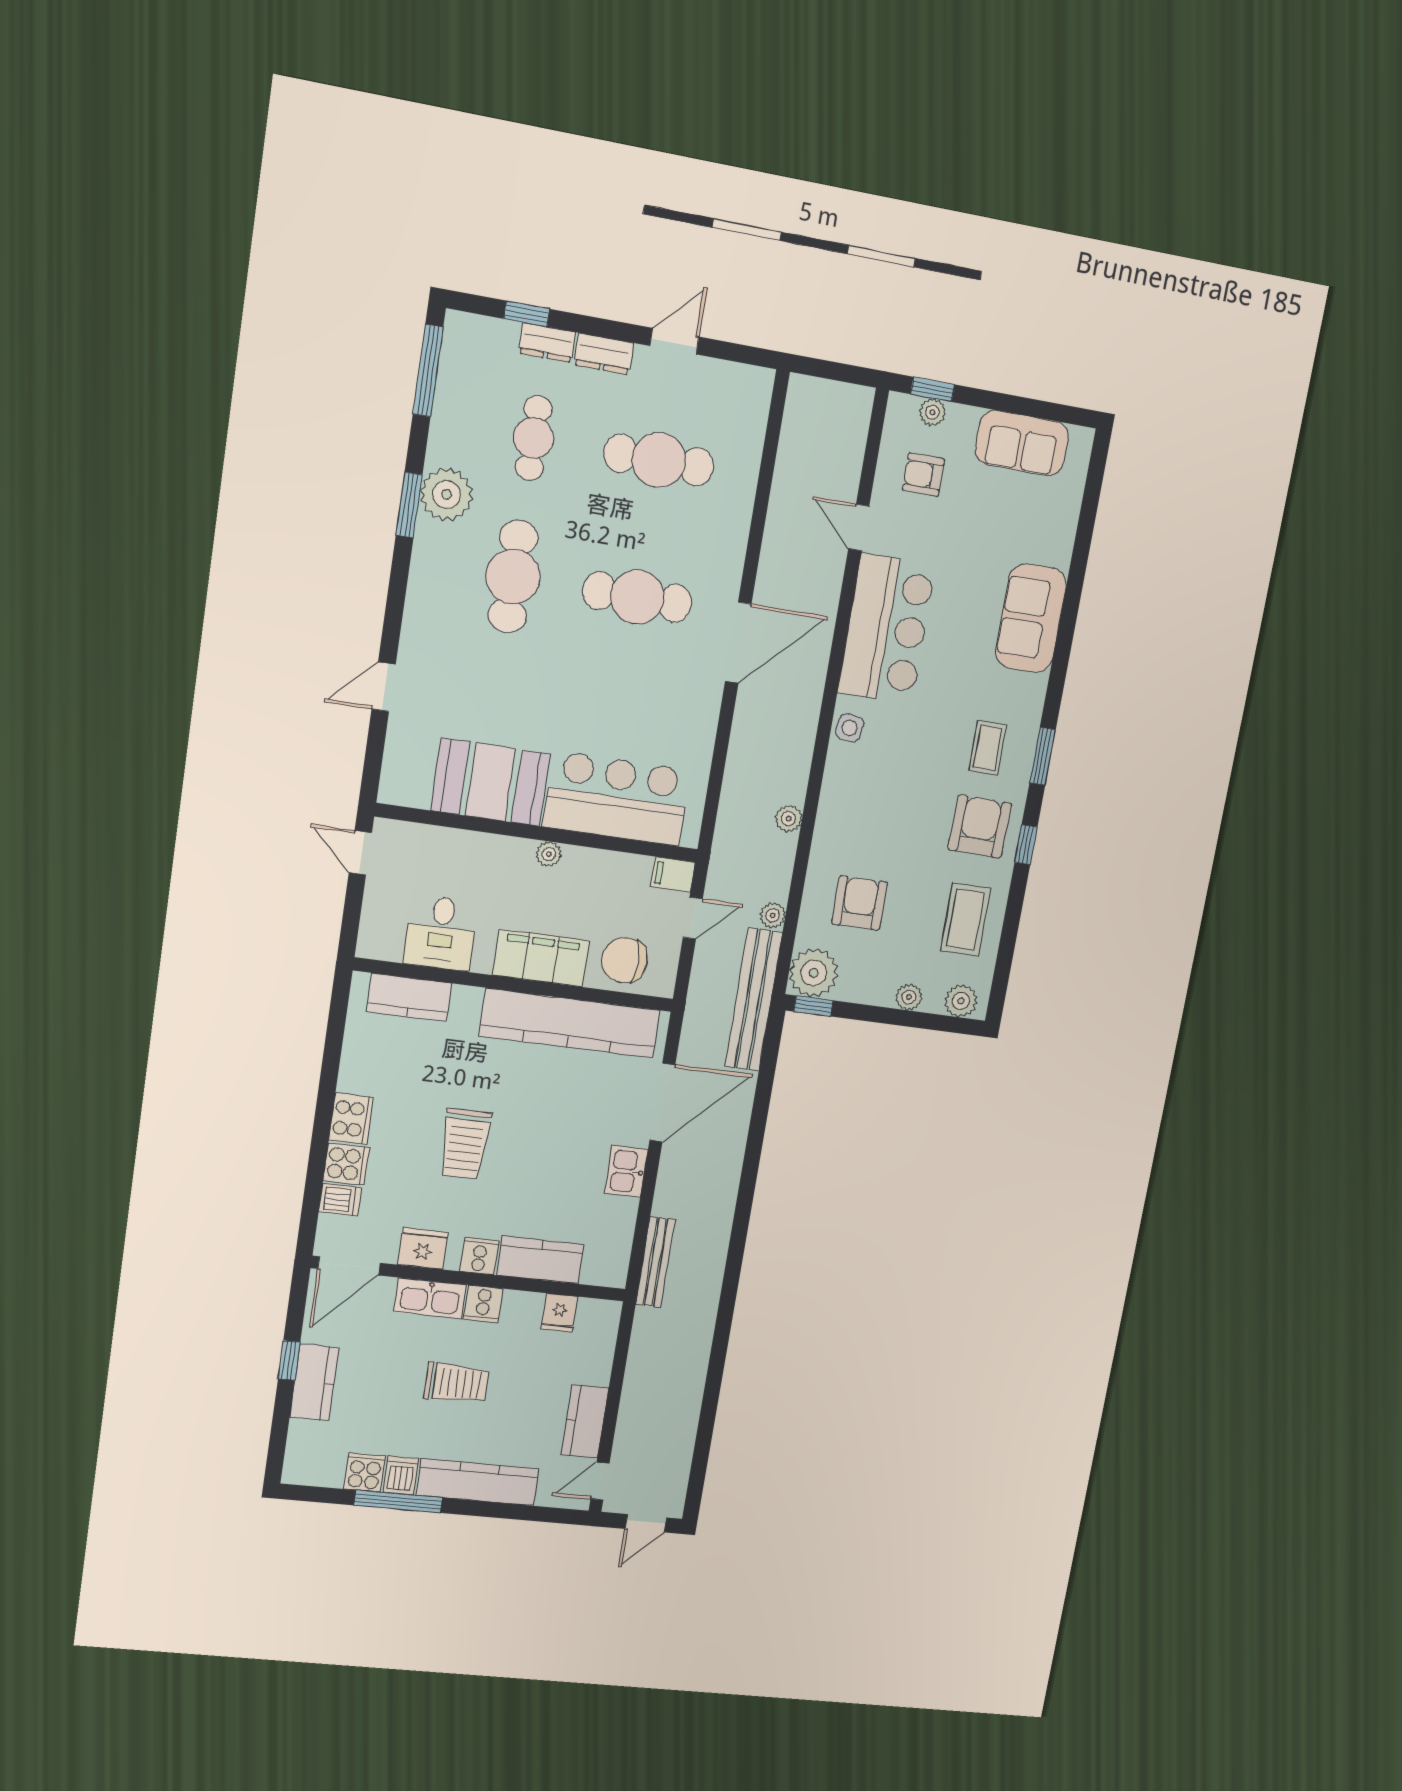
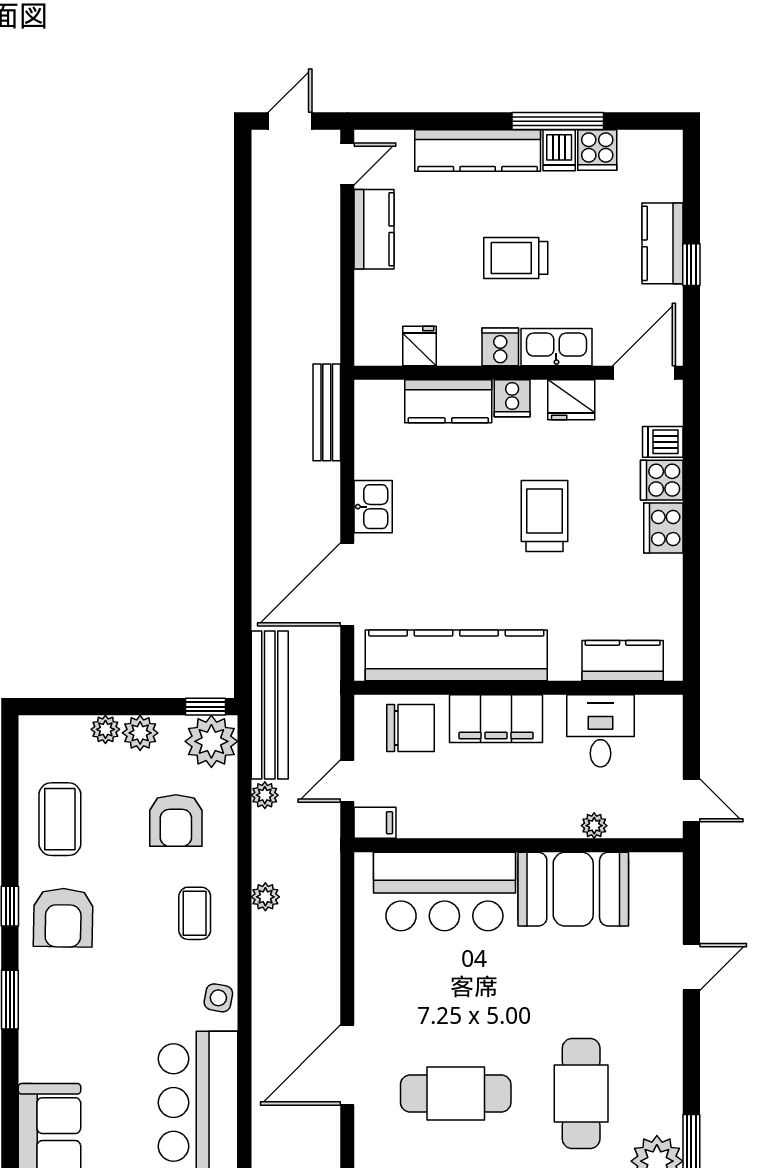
coffee table: (988, 748) -> (195, 913), moved
plant: (549, 854) -> (594, 826), moved
plant: (961, 1001) -> (140, 733), moved

